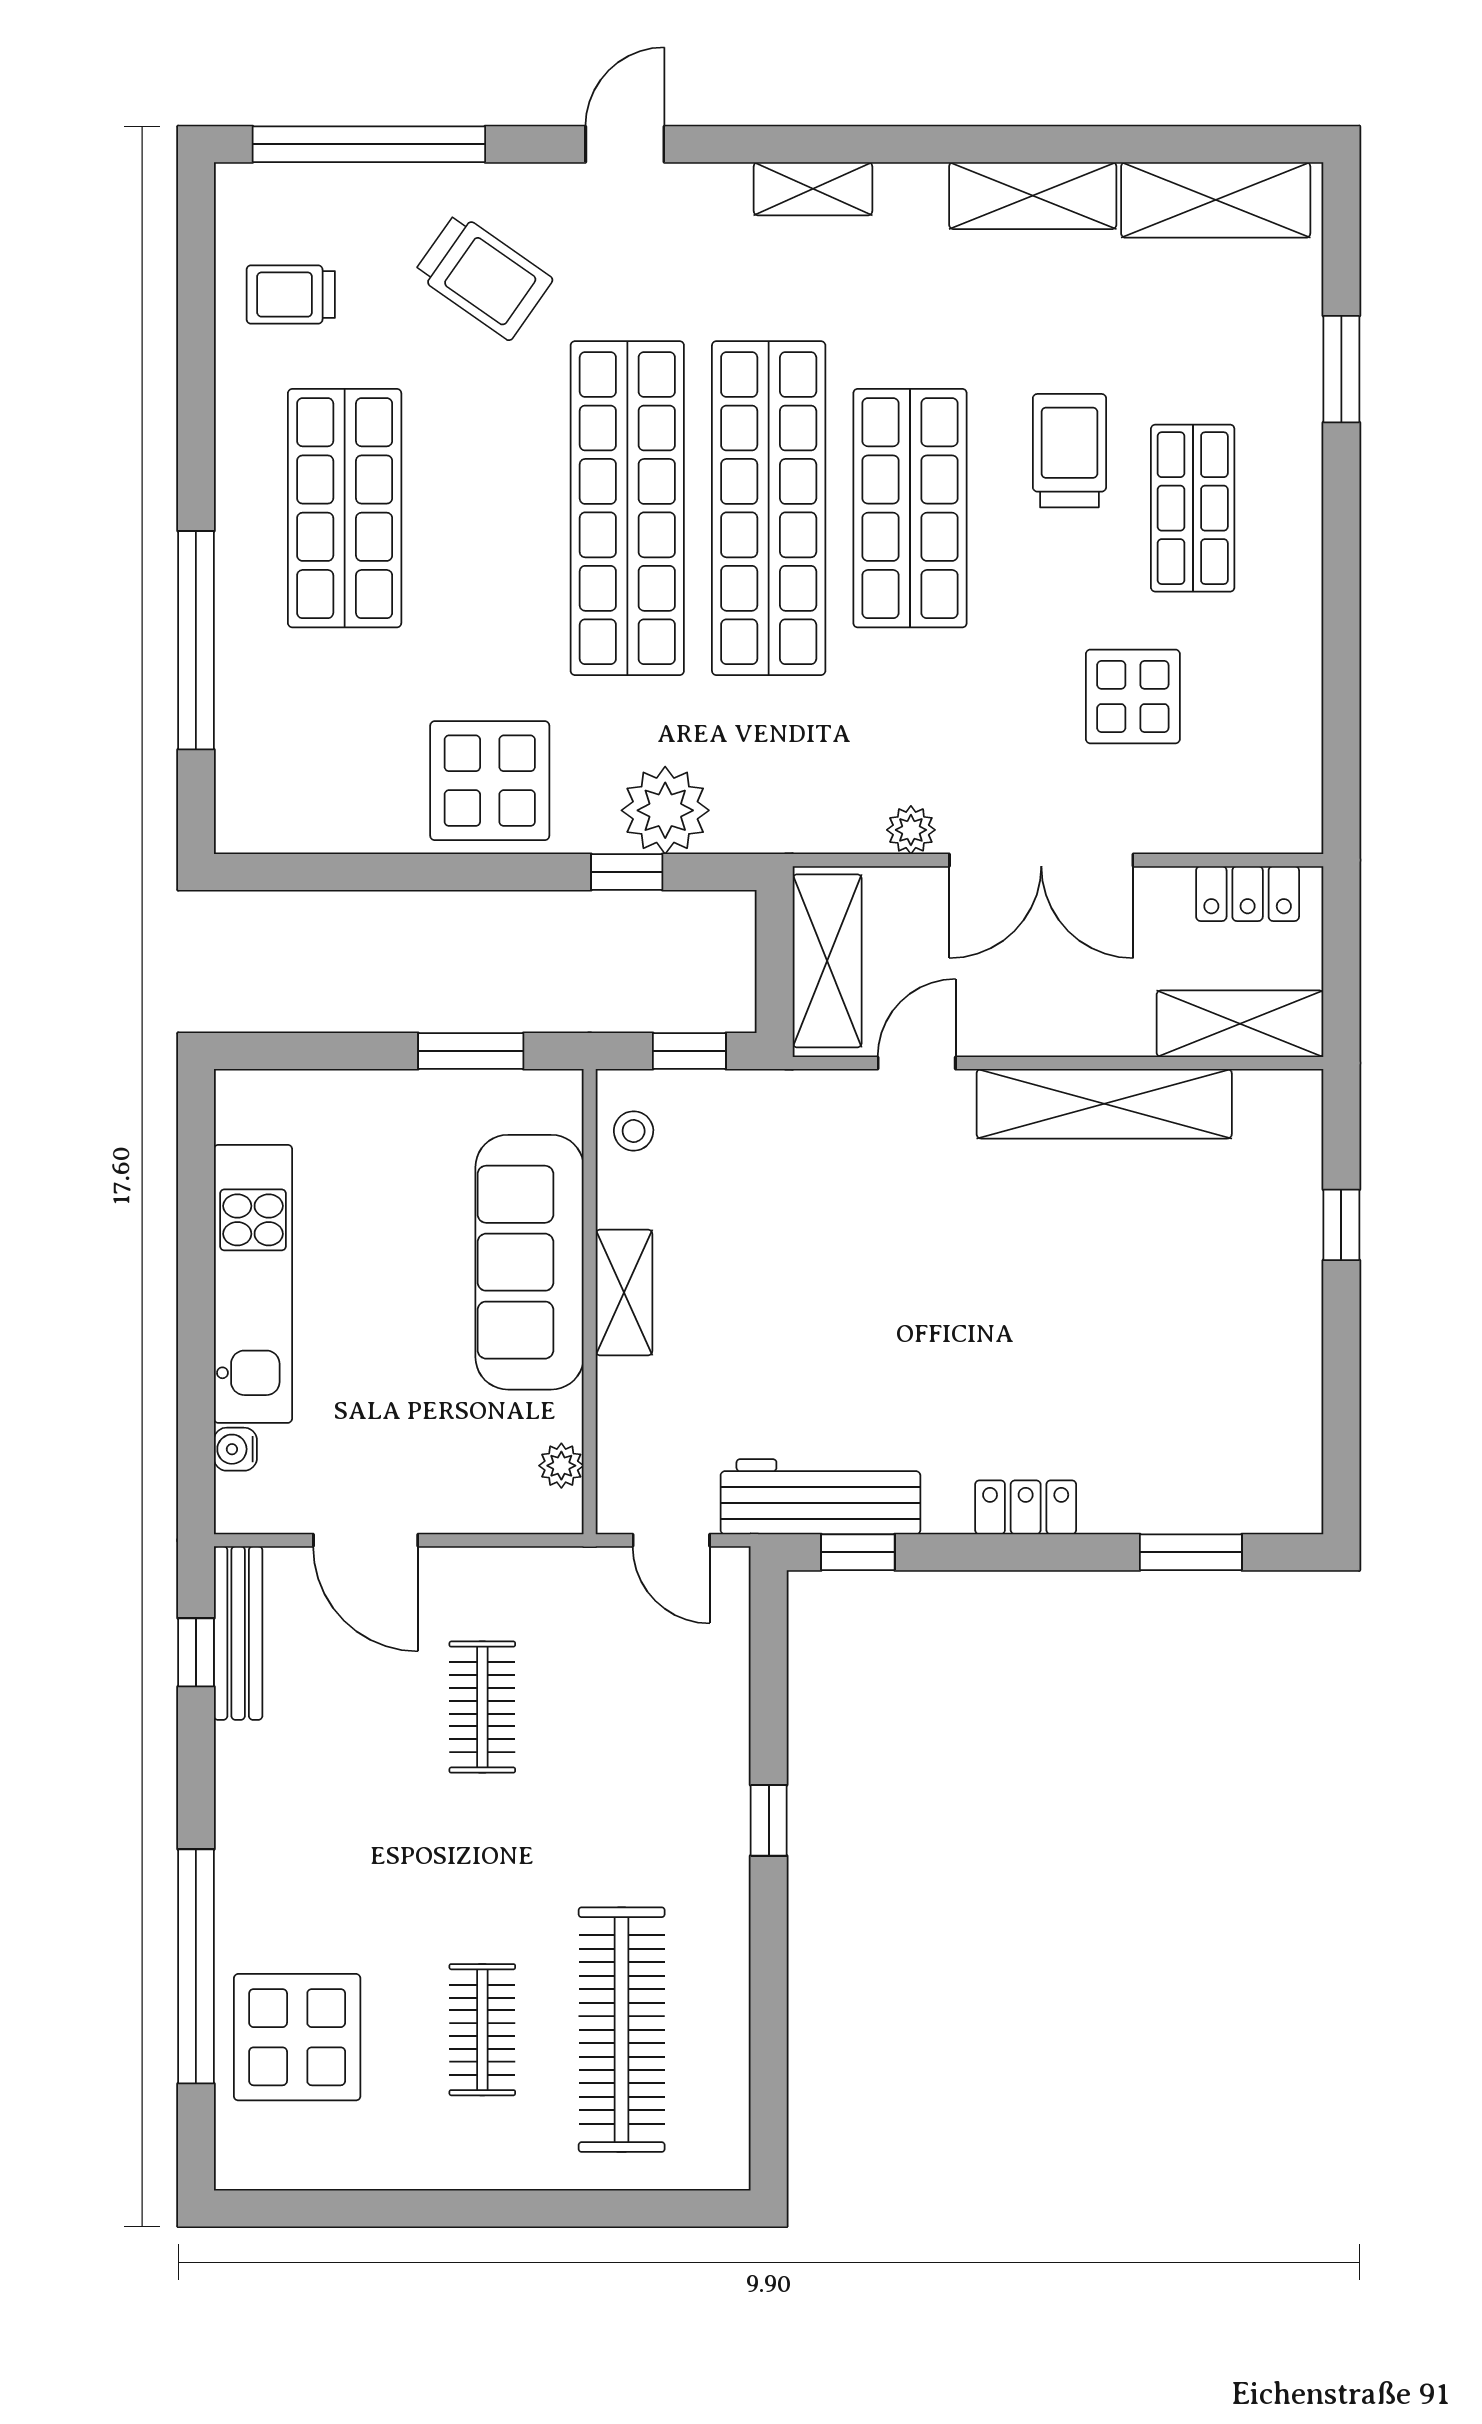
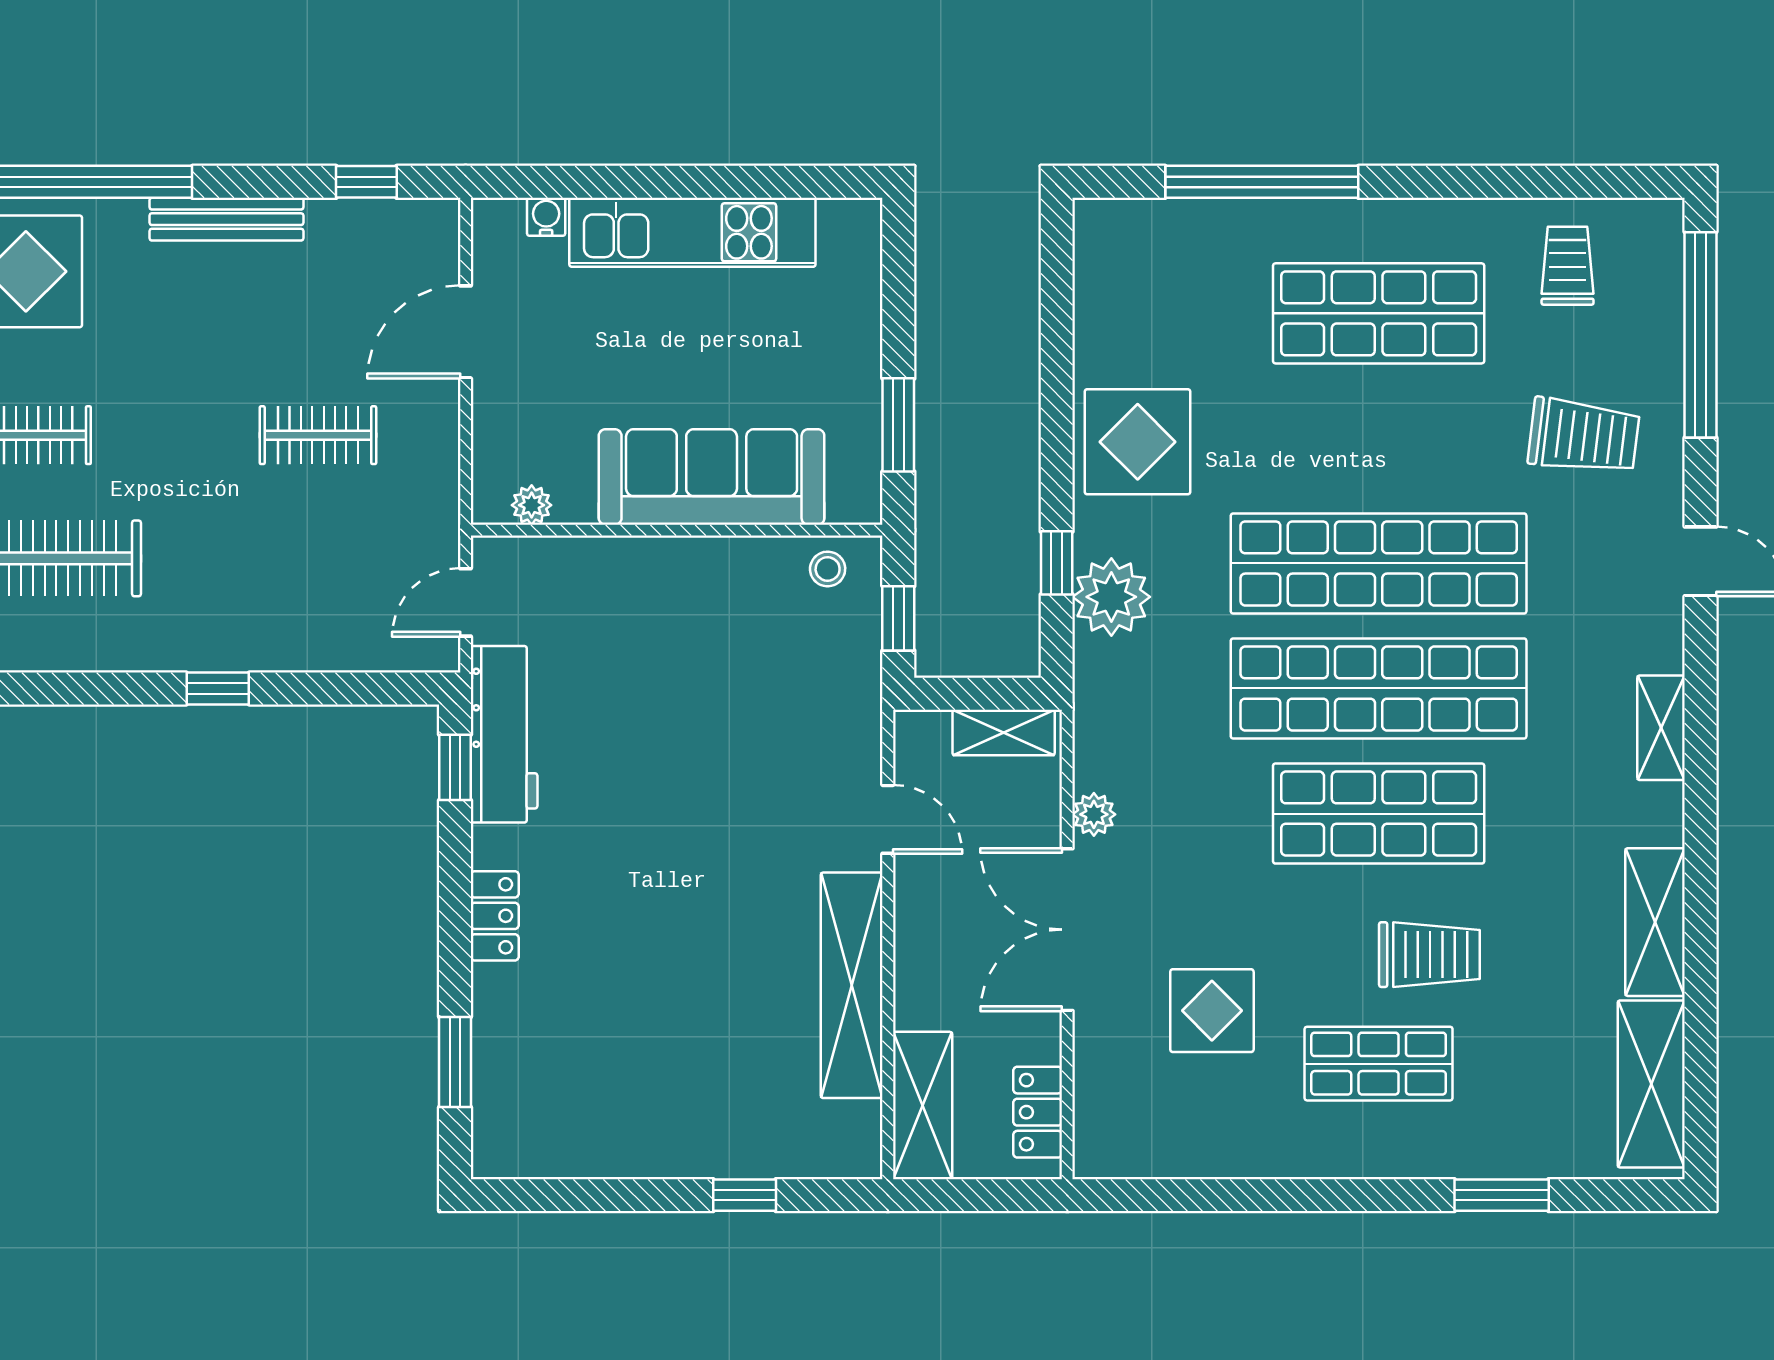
trolley: (483, 276) -> (1584, 436), turned -118
shelving: (827, 961) -> (1004, 733), width x0.67, depth x0.75
shelving: (624, 1293) -> (685, 560), removed
bench: (238, 1633) -> (226, 219), moved

